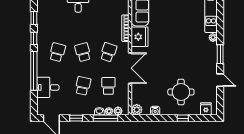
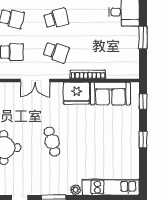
cafe table: (176, 55) -> (52, 142), added
double door: (130, 68) -> (35, 80), width x0.73

